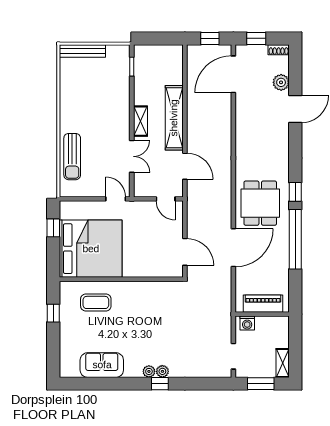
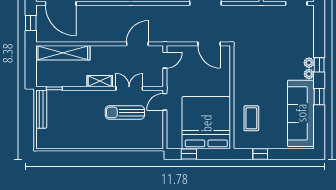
bench: (82, 51) -> (41, 109), moved
shelving: (174, 118) -> (63, 53), moved
sun lounger: (72, 157) -> (125, 112), moved, turned 180
door: (185, 252) -> (209, 44), swing flipped
sofa: (102, 365) -> (301, 113), width x1.85, depth x1.27
window: (122, 384) -> (319, 97), added

